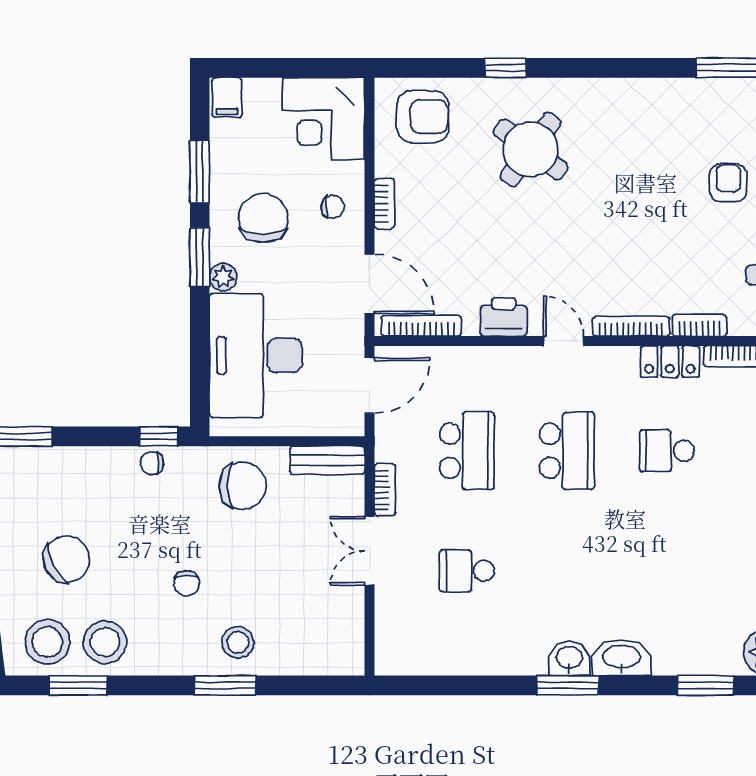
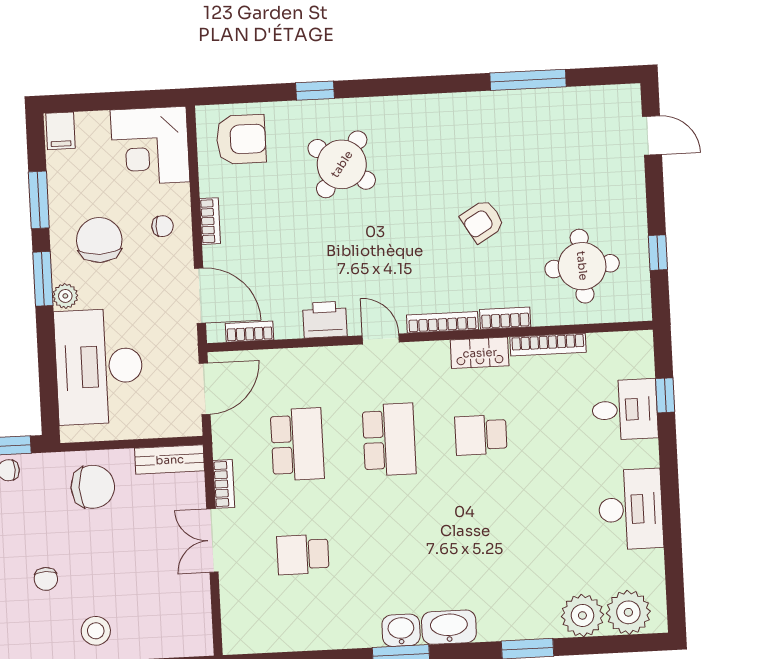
armchair: (728, 183) -> (482, 221), moved, turned -121
bookcase: (421, 326) -> (250, 332), width x0.64

